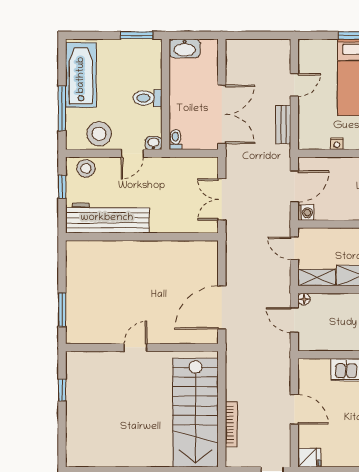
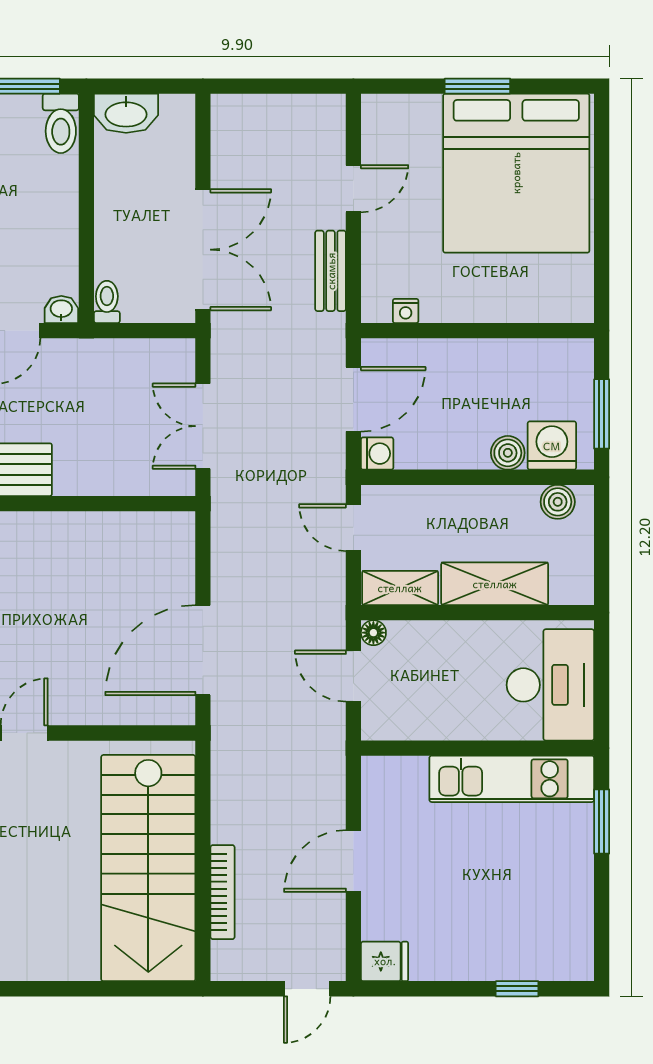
toilet: (148, 98) -> (61, 123), moved, turned -90
nightstand: (337, 144) -> (406, 311), moved
door: (294, 409) -> (353, 861), swing flipped

